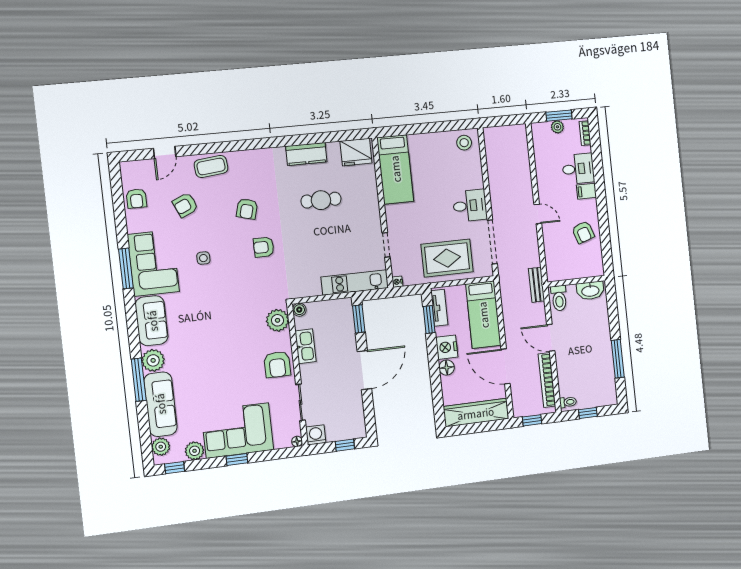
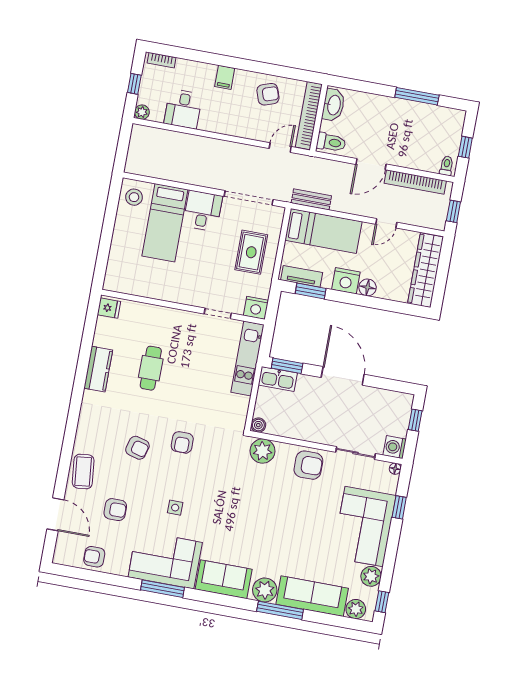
window: (559, 116) -> (134, 84), width x0.67
plant: (557, 127) -> (142, 112), moved
fridge: (356, 152) -> (109, 308), width x0.53, depth x0.75
door: (165, 153) -> (55, 514), width x1.38
bed: (395, 169) -> (165, 223), moved, turned 90
desk: (578, 169) -> (183, 109), moved, turned 180
armchair: (136, 199) -> (94, 557), turned 180
armchair: (185, 205) -> (115, 510), turned -66
door: (538, 214) -> (280, 148), moved
rug: (447, 258) -> (251, 252), width x0.73, depth x0.70
bookcase: (576, 272) -> (309, 116), added
nightstand: (397, 282) -> (256, 308), width x1.89, depth x1.79
bench: (537, 285) -> (311, 199), moved
kitchen sink: (305, 346) -> (278, 379), moved, turned 180
door: (505, 366) -> (386, 223), width x0.53
window: (237, 459) -> (399, 507), moved

